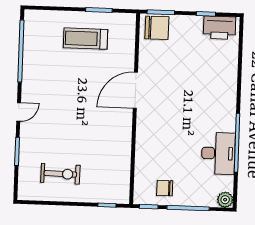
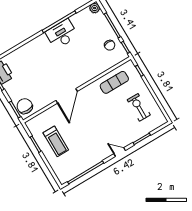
door: (135, 90) -> (67, 96), hinge flipped
desk: (218, 153) -> (62, 34), moved
exercise mat: (113, 163) -> (114, 82), added

